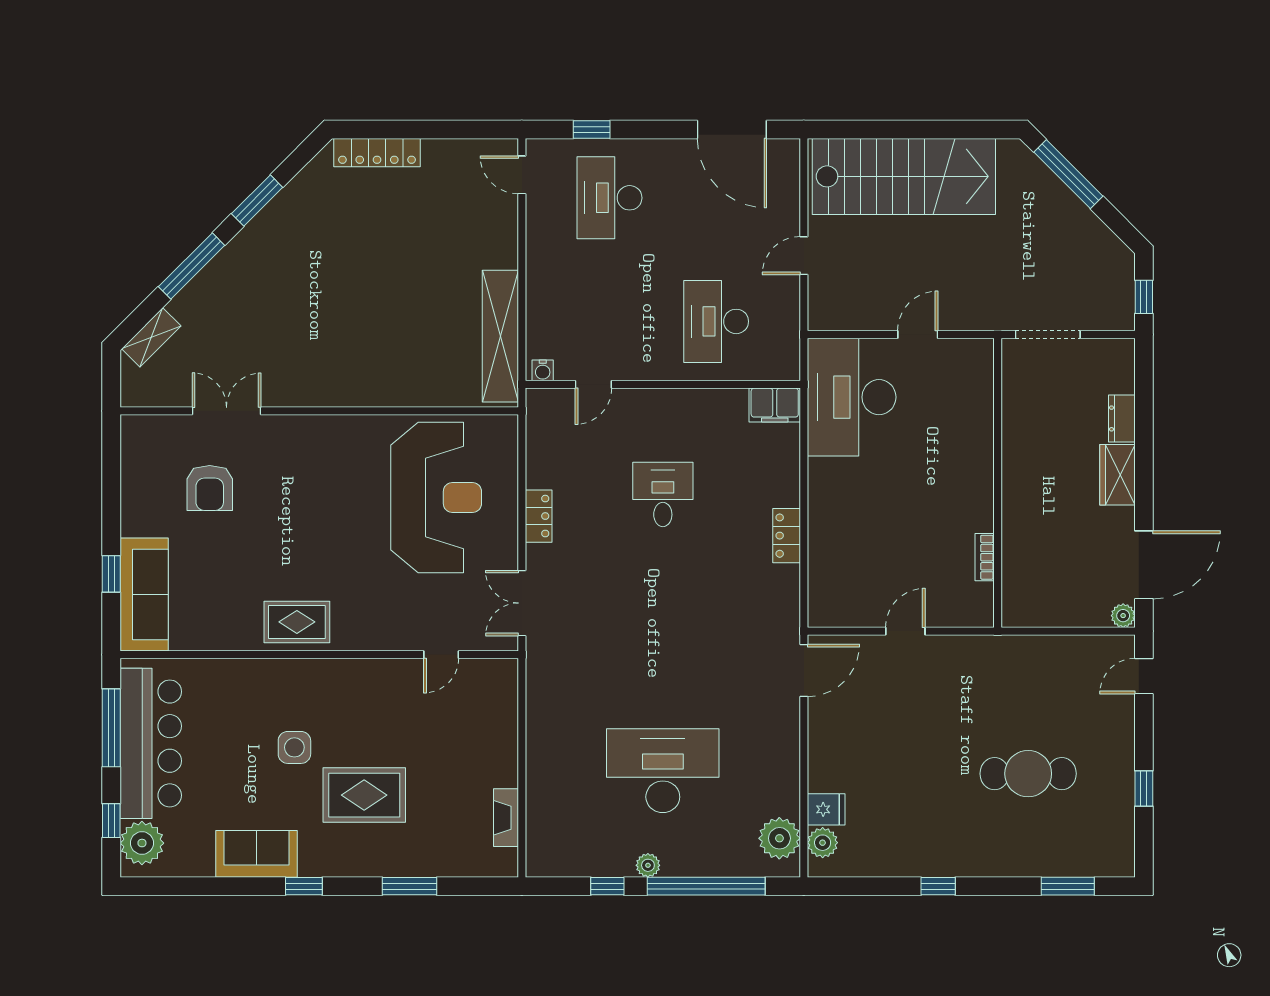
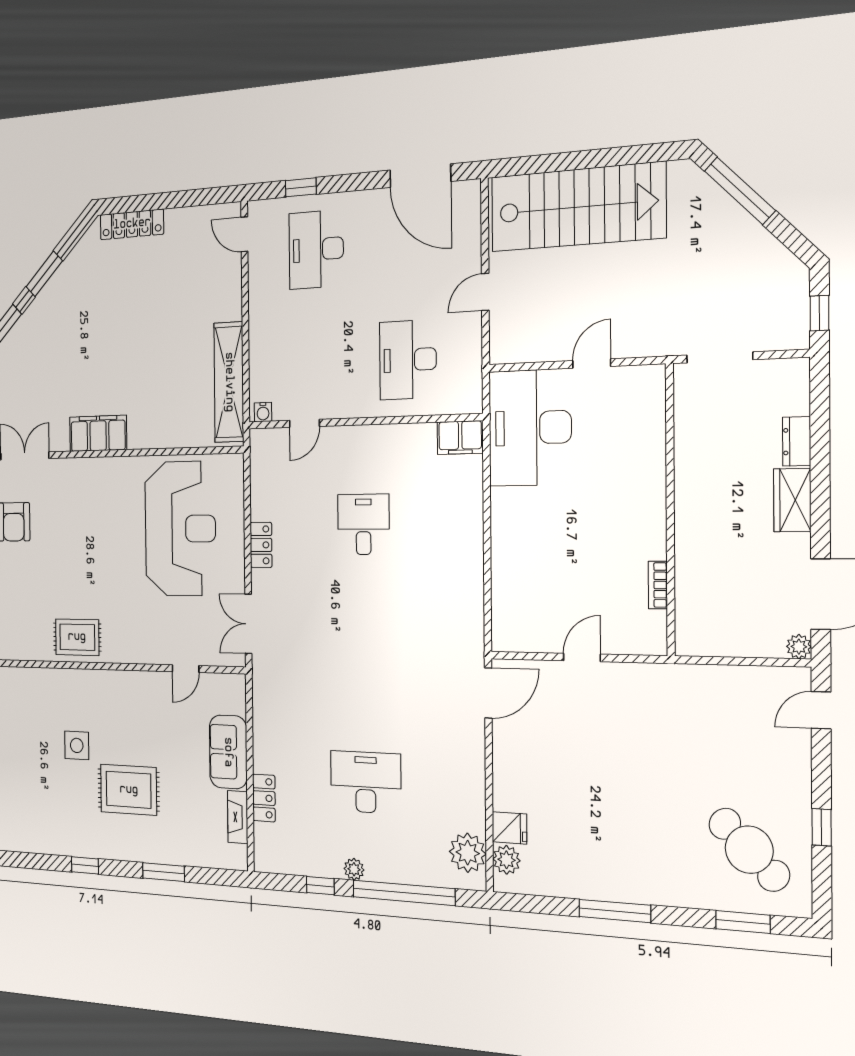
filing cabinet: (329, 387) -> (98, 433), added
locker: (787, 536) -> (264, 798), moved, turned 180
desk: (663, 771) -> (366, 782), width x0.73, depth x0.77
cafe table: (1028, 774) -> (749, 850), moved, turned 45
sofa: (257, 854) -> (228, 752), moved, turned -90
window: (938, 886) -> (615, 911), width x2.17

